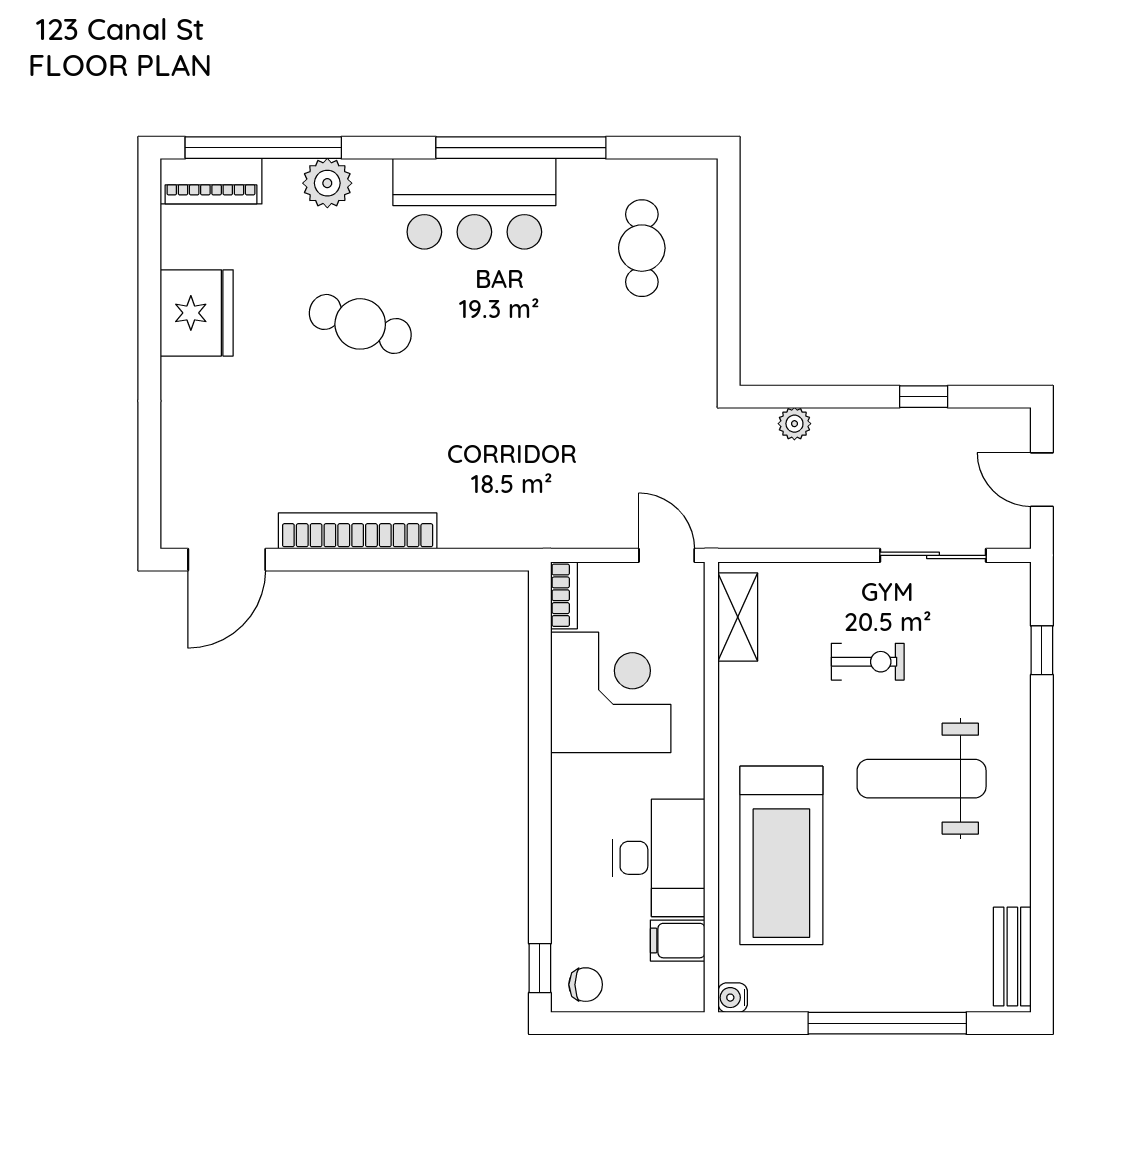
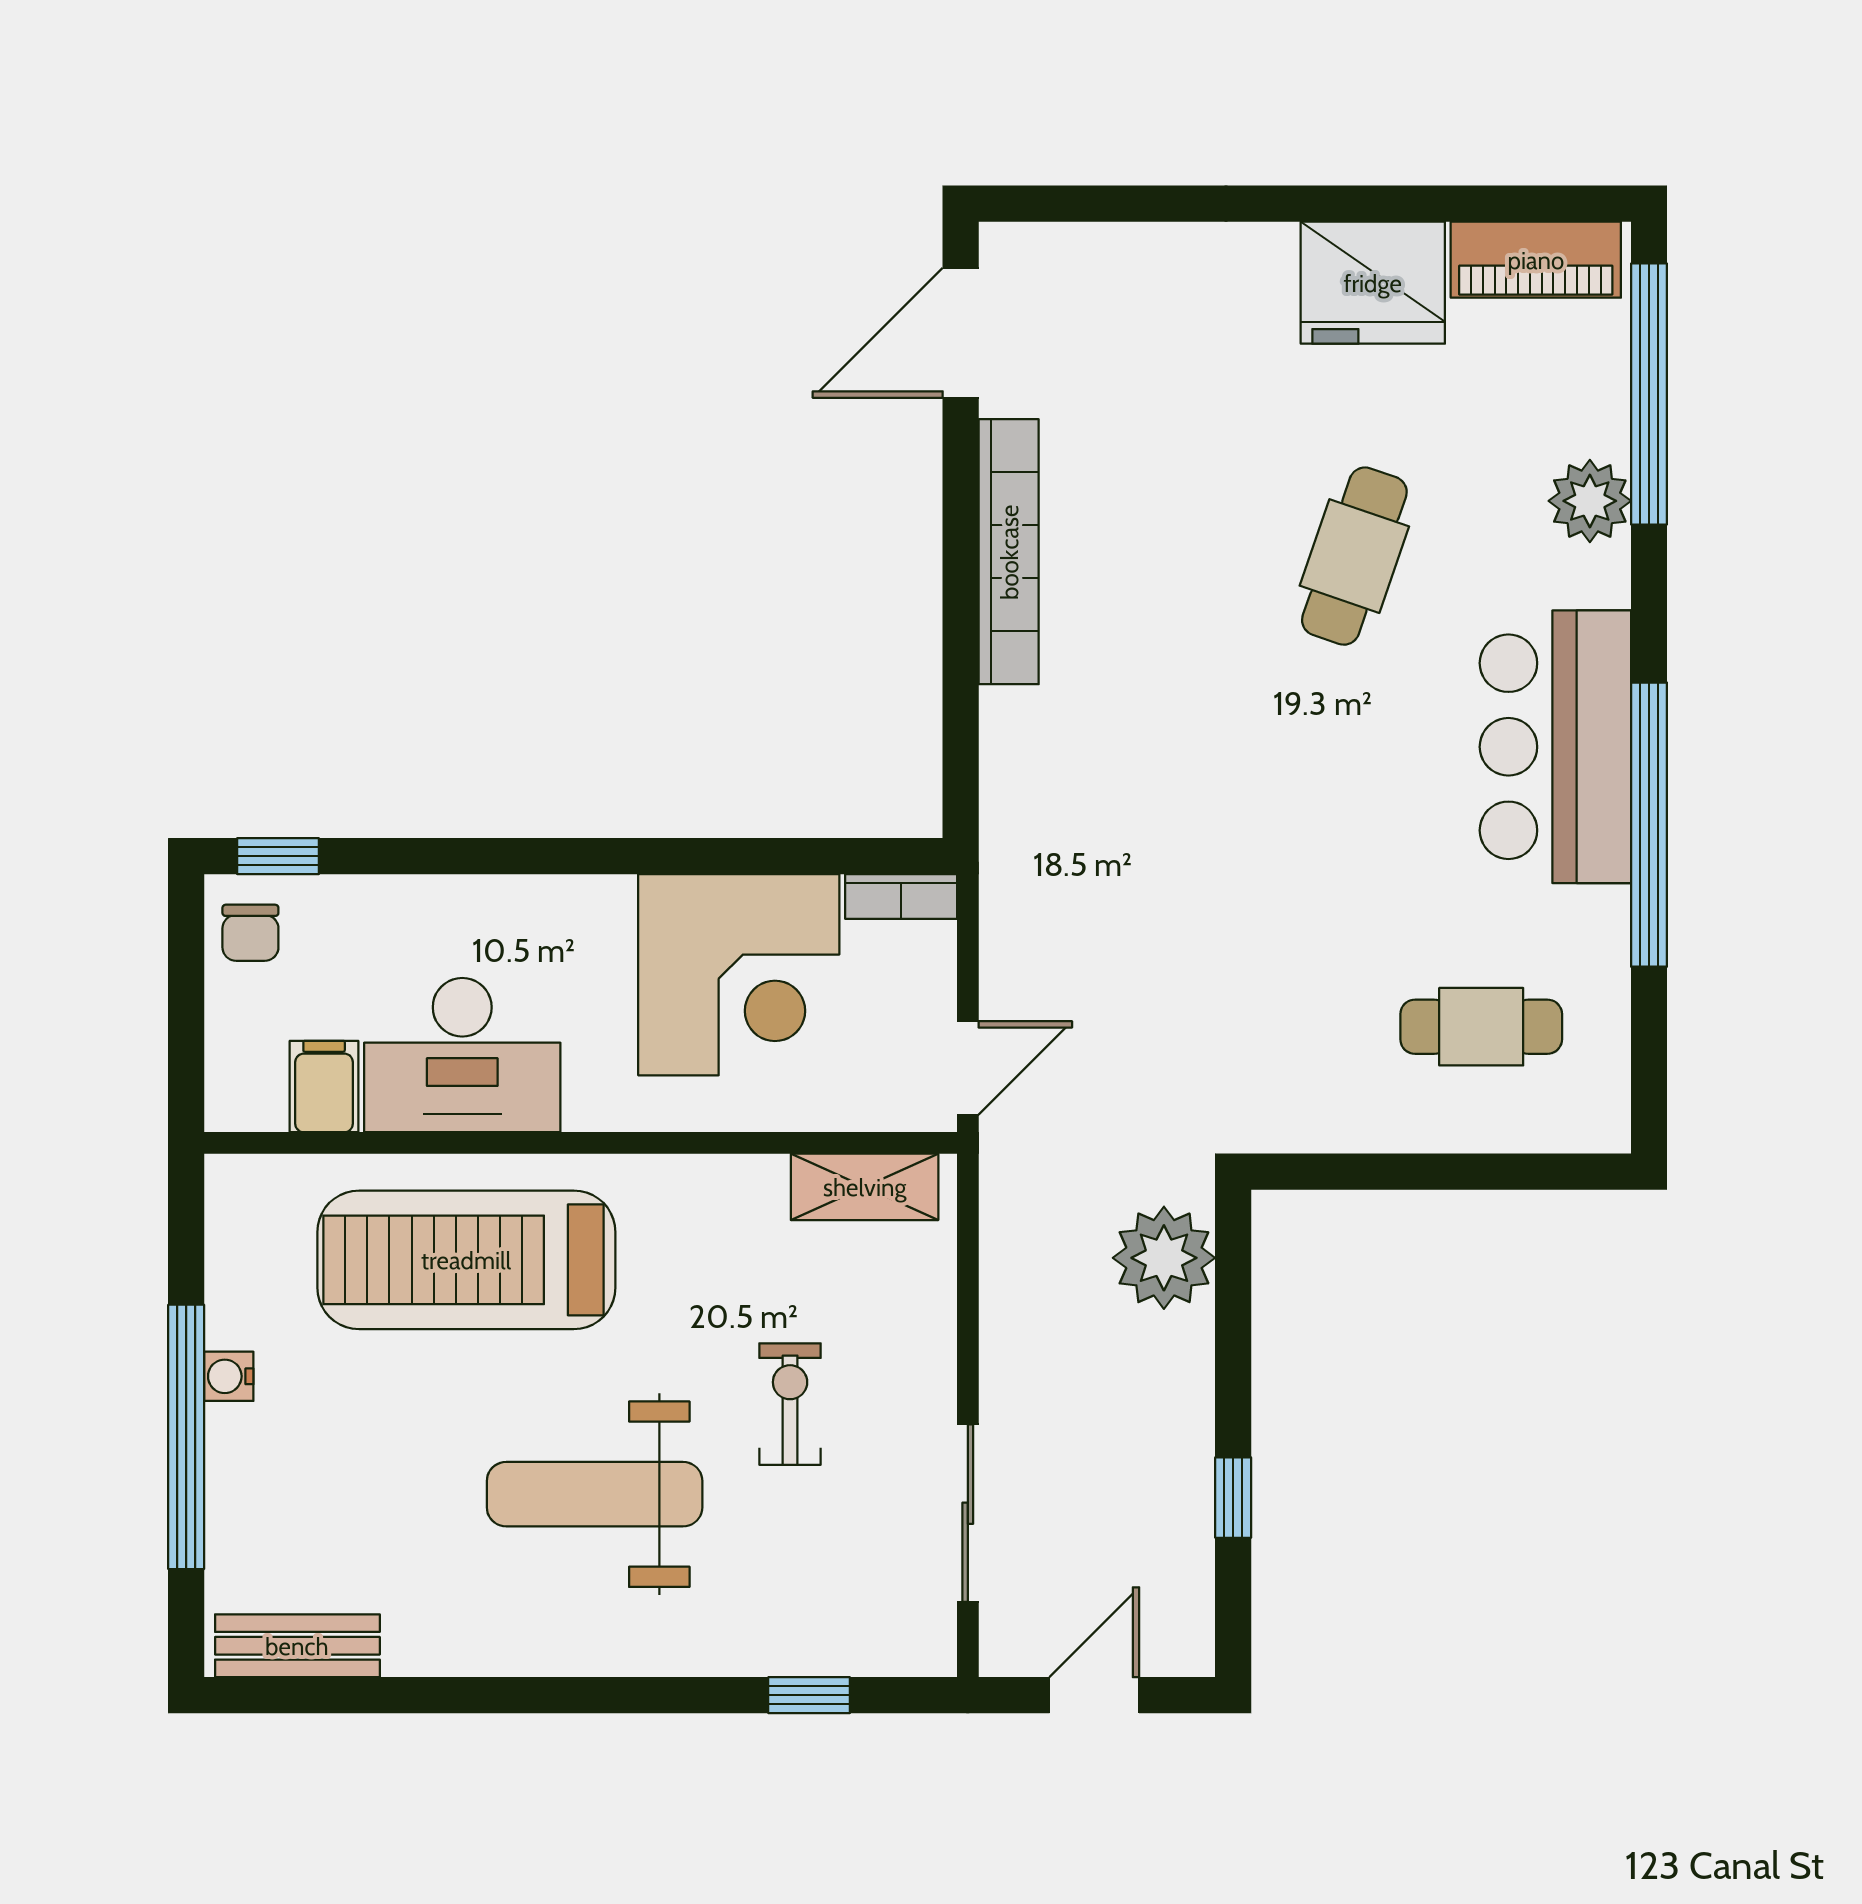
piano: (211, 181) -> (1536, 260), moved, turned -90
plant: (794, 424) -> (1164, 1258), width x1.88, depth x1.88
door: (227, 560) -> (961, 333), hinge flipped
exercise bike: (868, 662) -> (790, 1404), turned 180
weight bench: (922, 779) -> (595, 1494), turned -90
water cooler: (733, 998) -> (229, 1376), moved, turned -90

